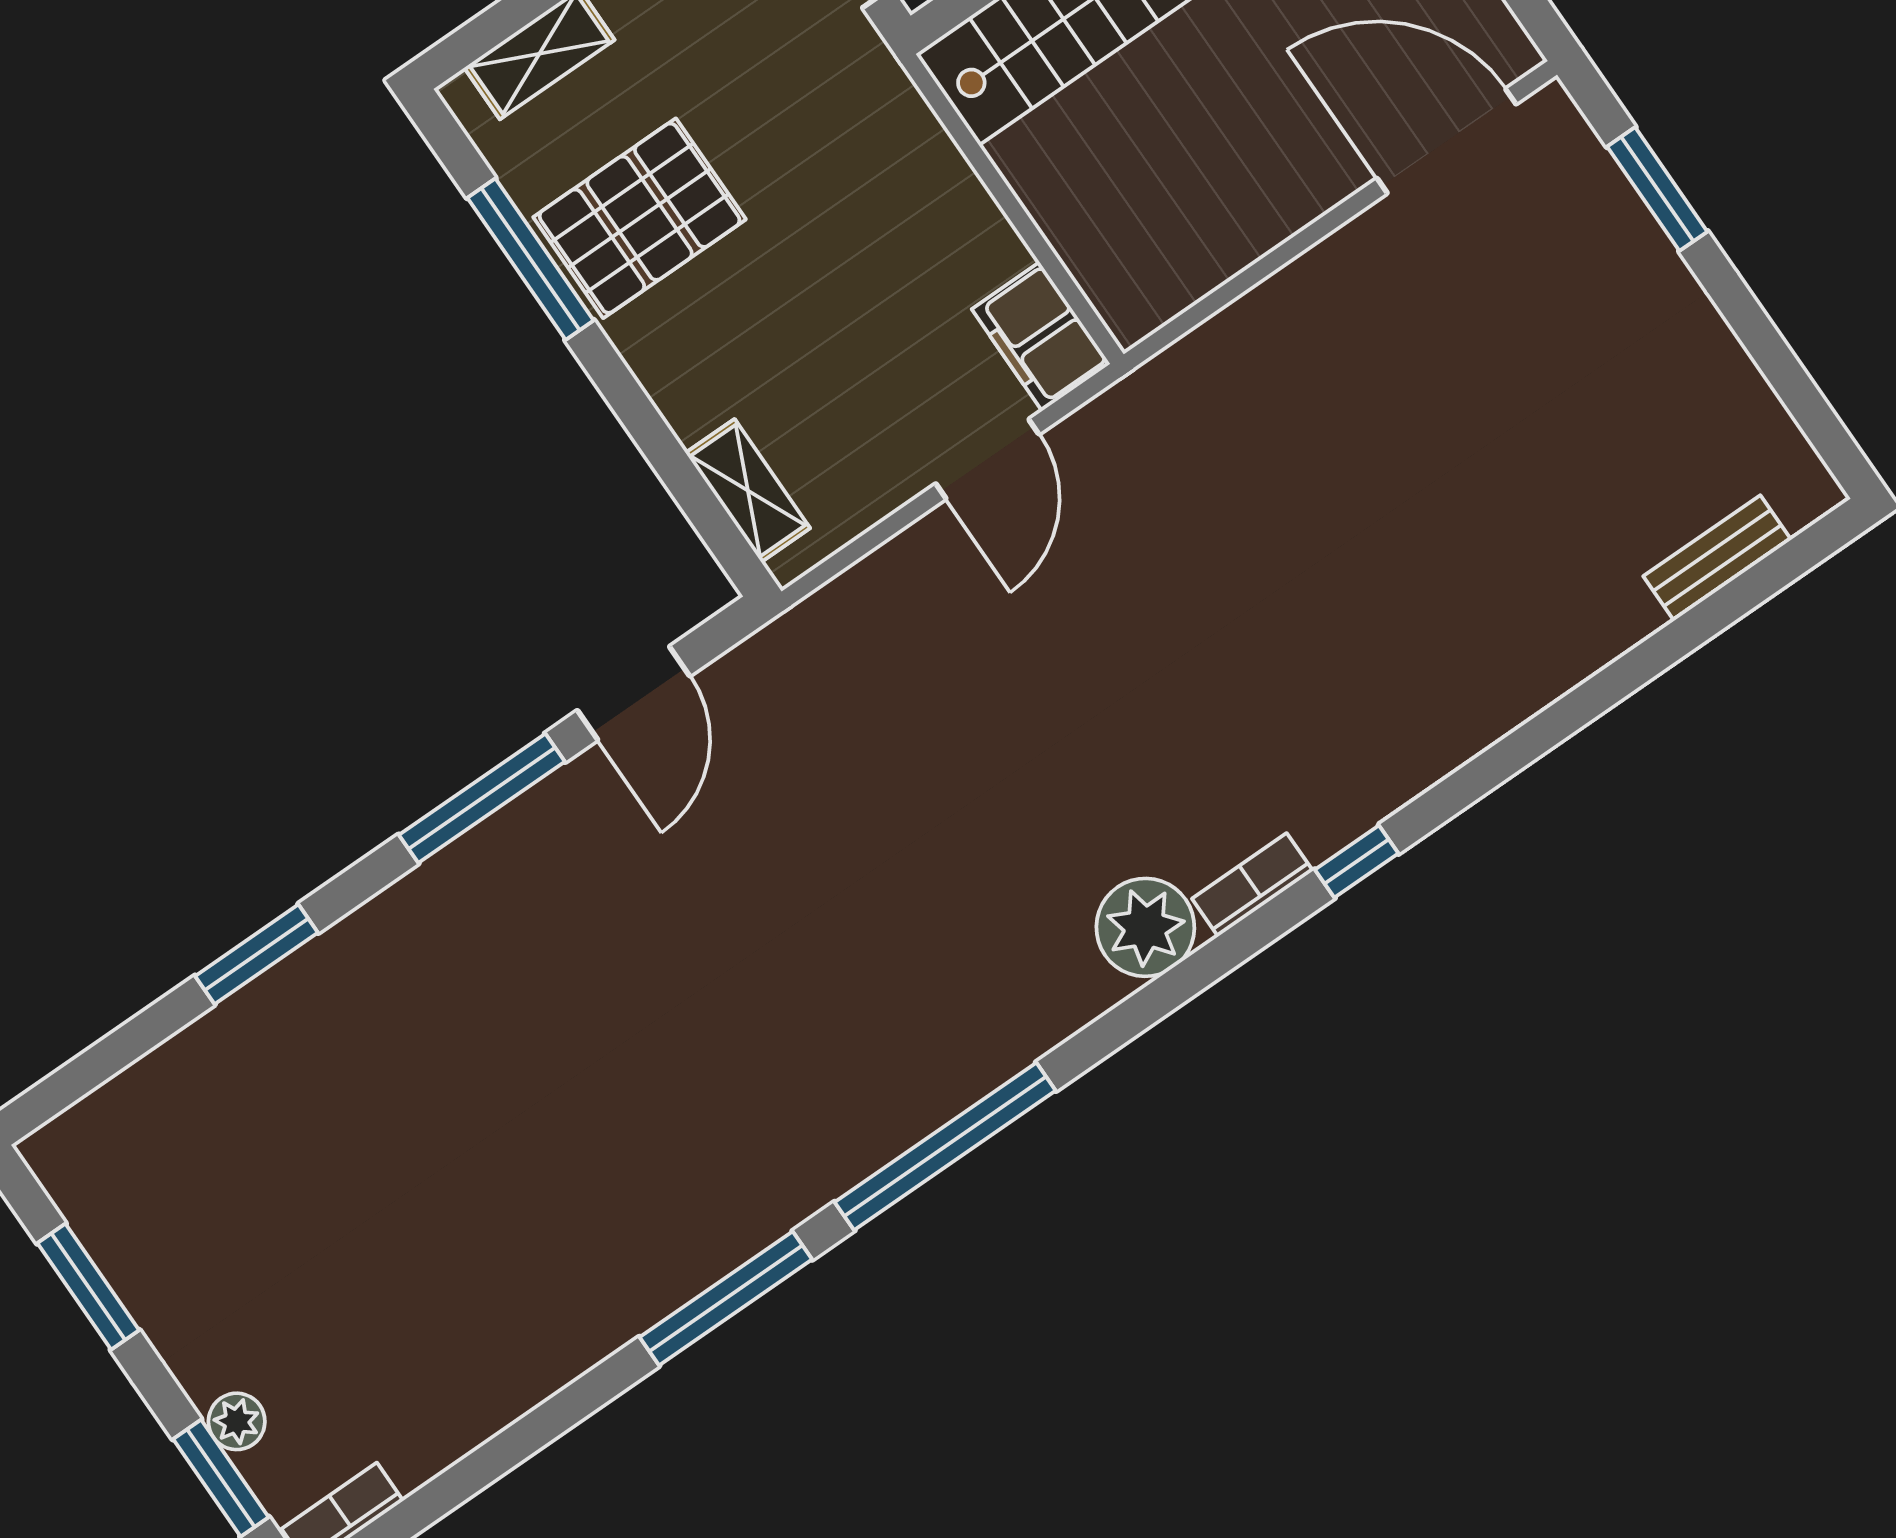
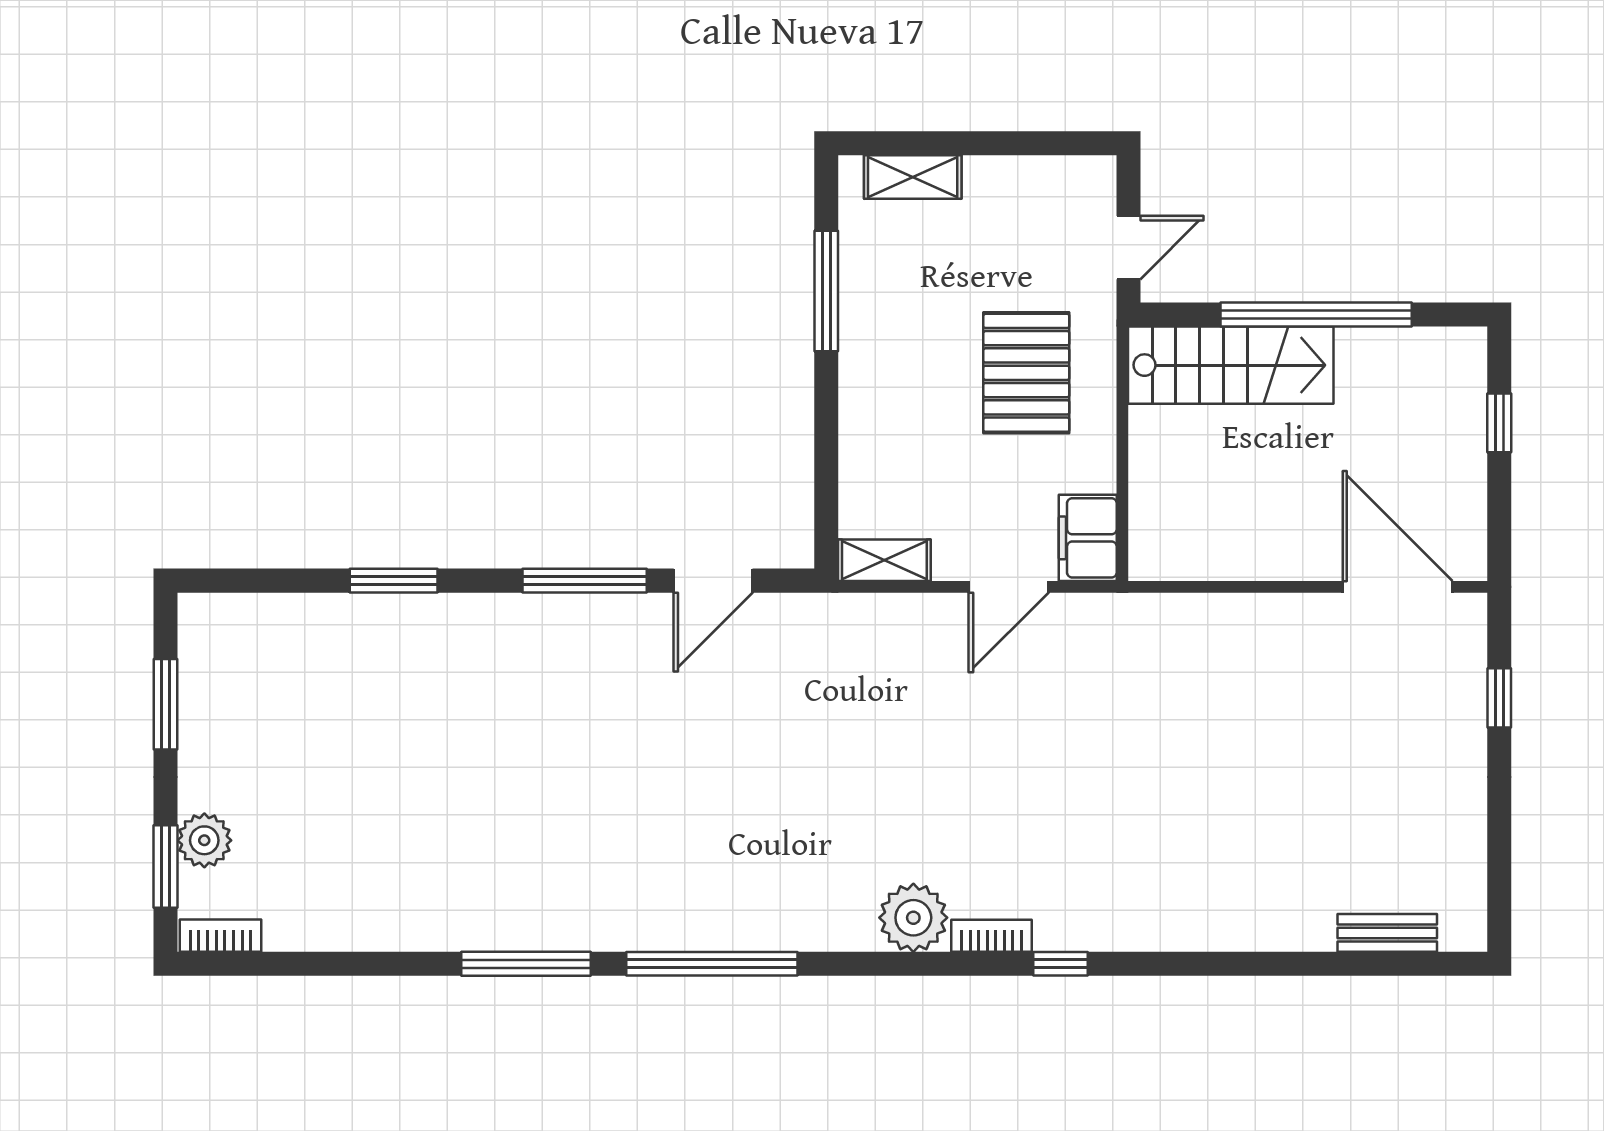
window: (1657, 189) -> (1499, 698), width x0.67
pallet: (640, 218) -> (1026, 373), moved, turned 90
shelving: (748, 491) -> (884, 560), moved, turned 90
plant: (237, 1421) -> (204, 840), width x1.38, depth x1.38

